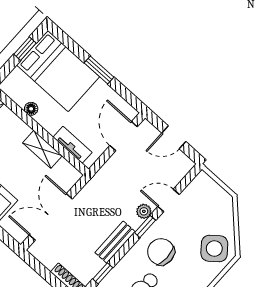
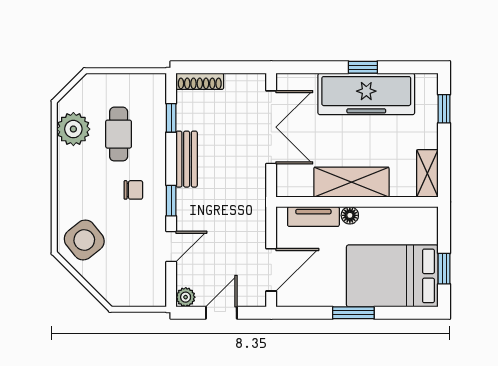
floor lamp: (31, 109) -> (350, 215), moved
door: (124, 136) -> (271, 270), hinge flipped
shelving: (42, 149) -> (351, 182), width x1.50, depth x1.33
plant: (144, 211) -> (186, 297), moved
chair: (161, 252) -> (133, 190), width x0.54, depth x0.54

